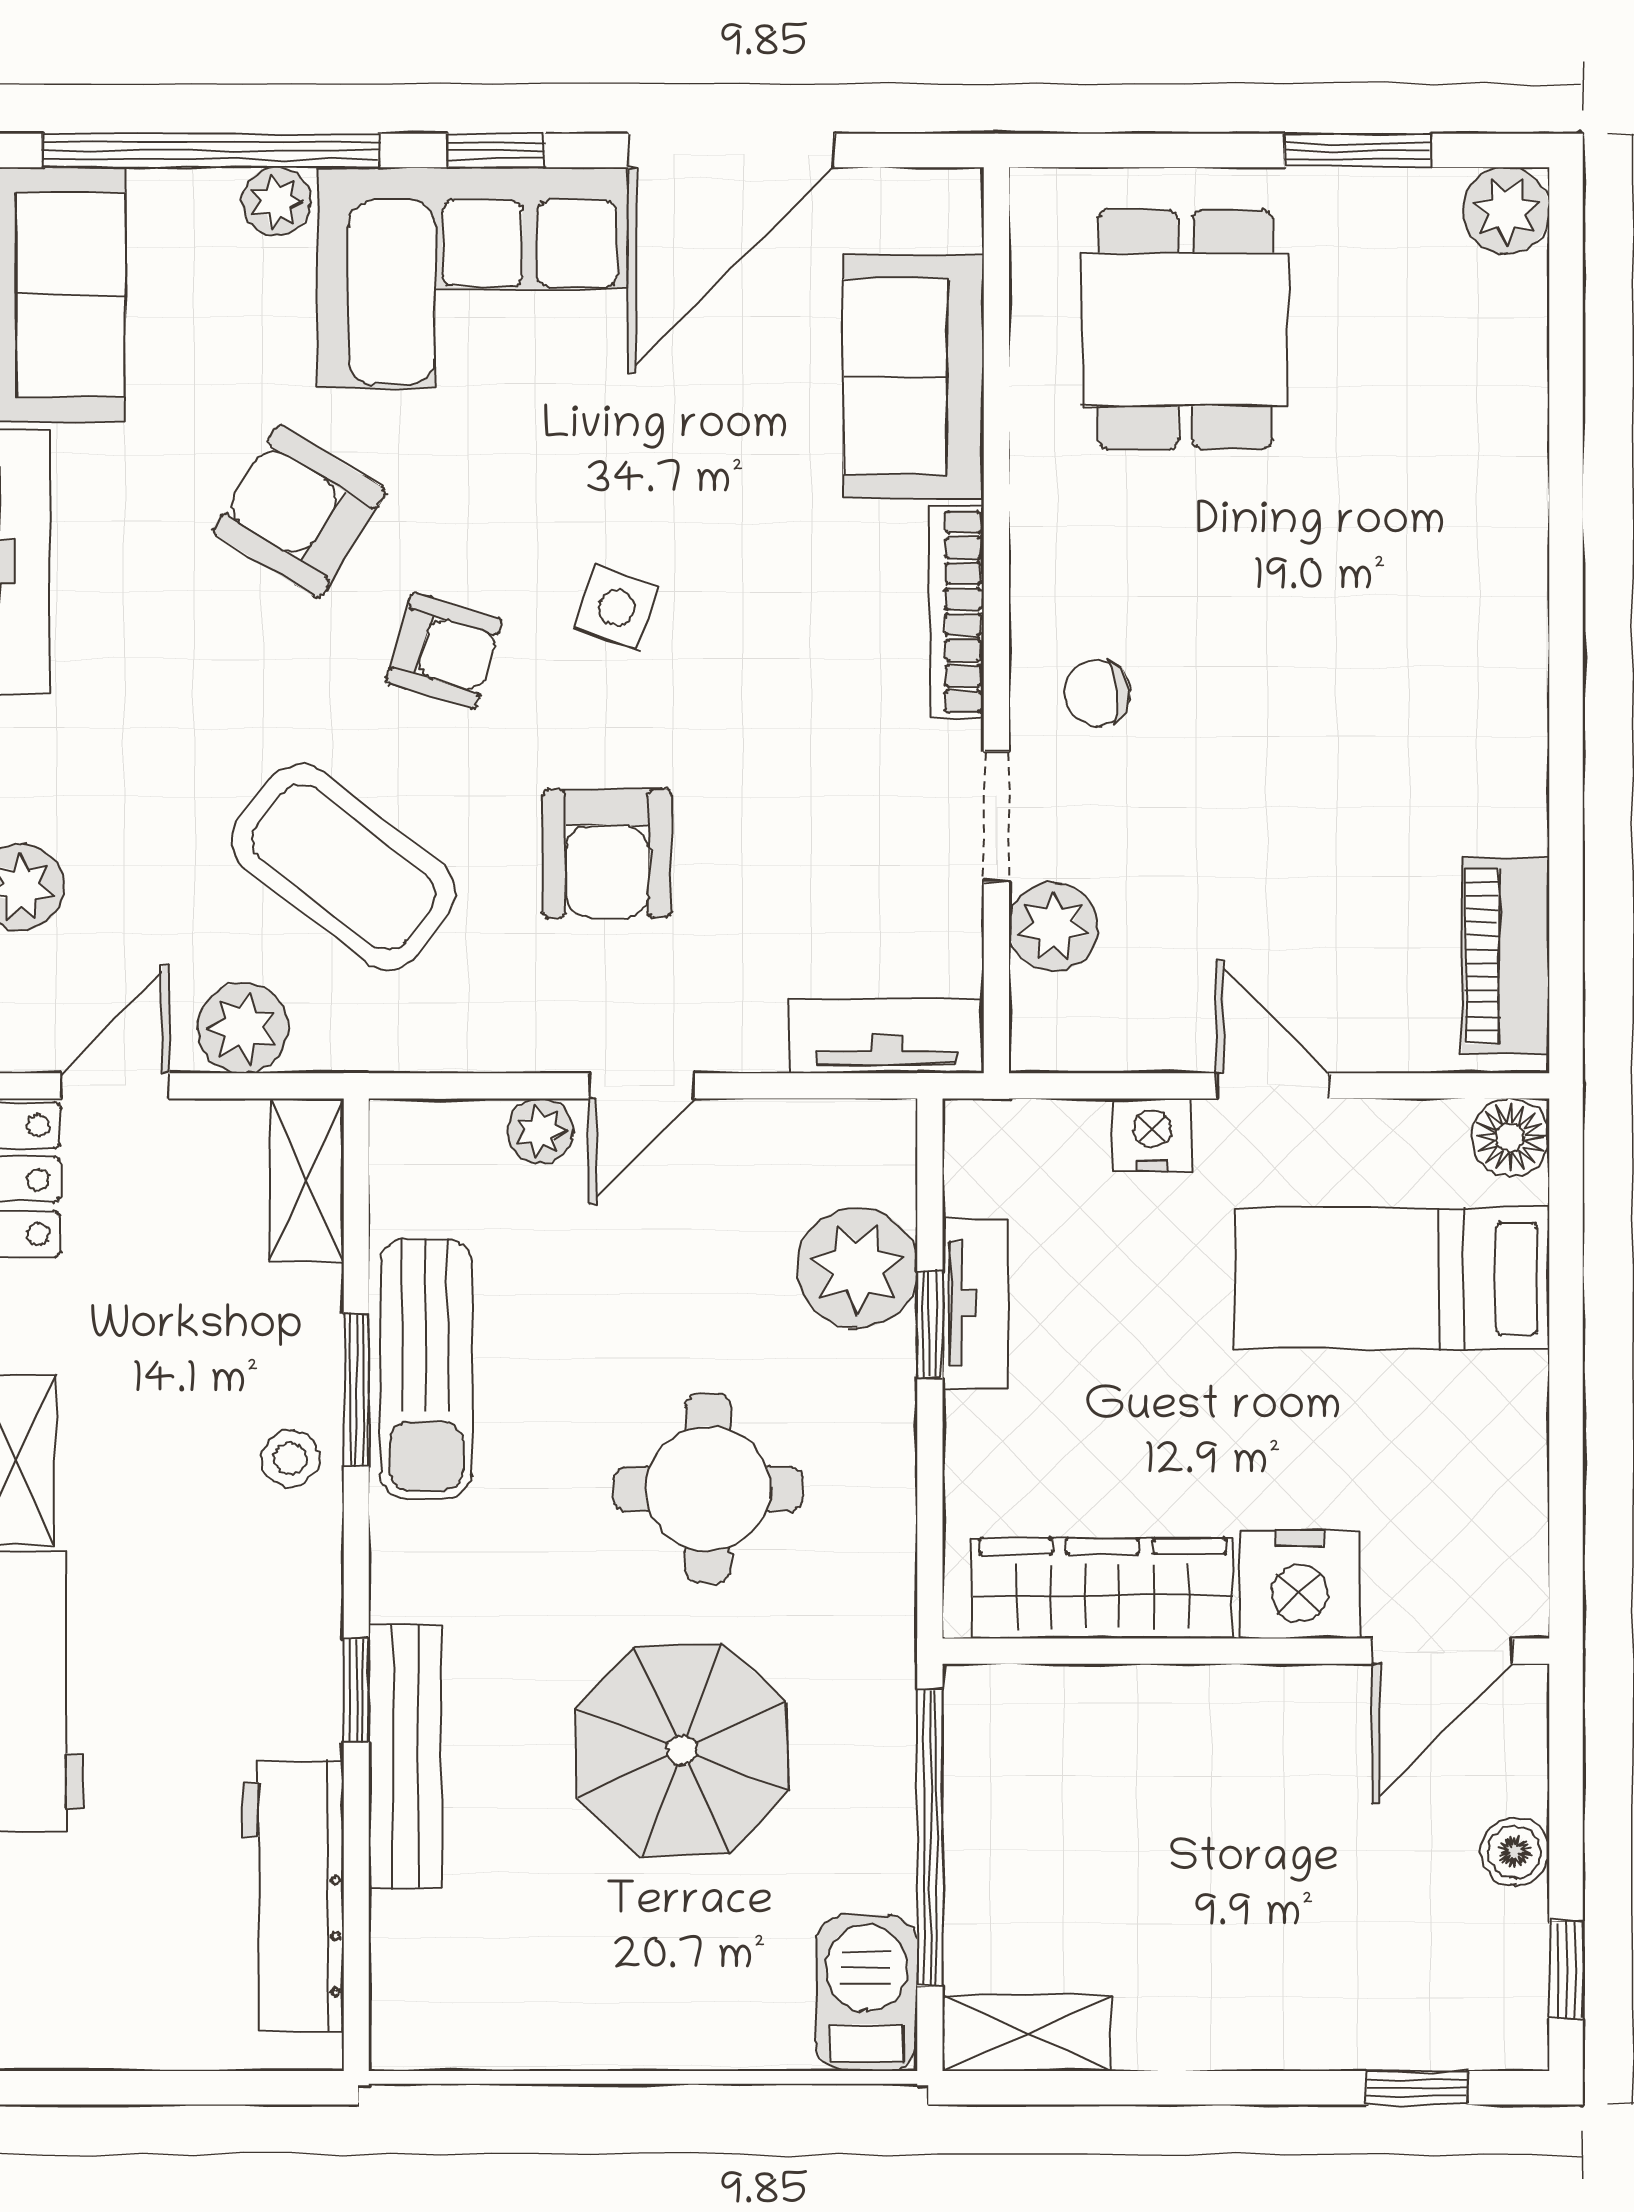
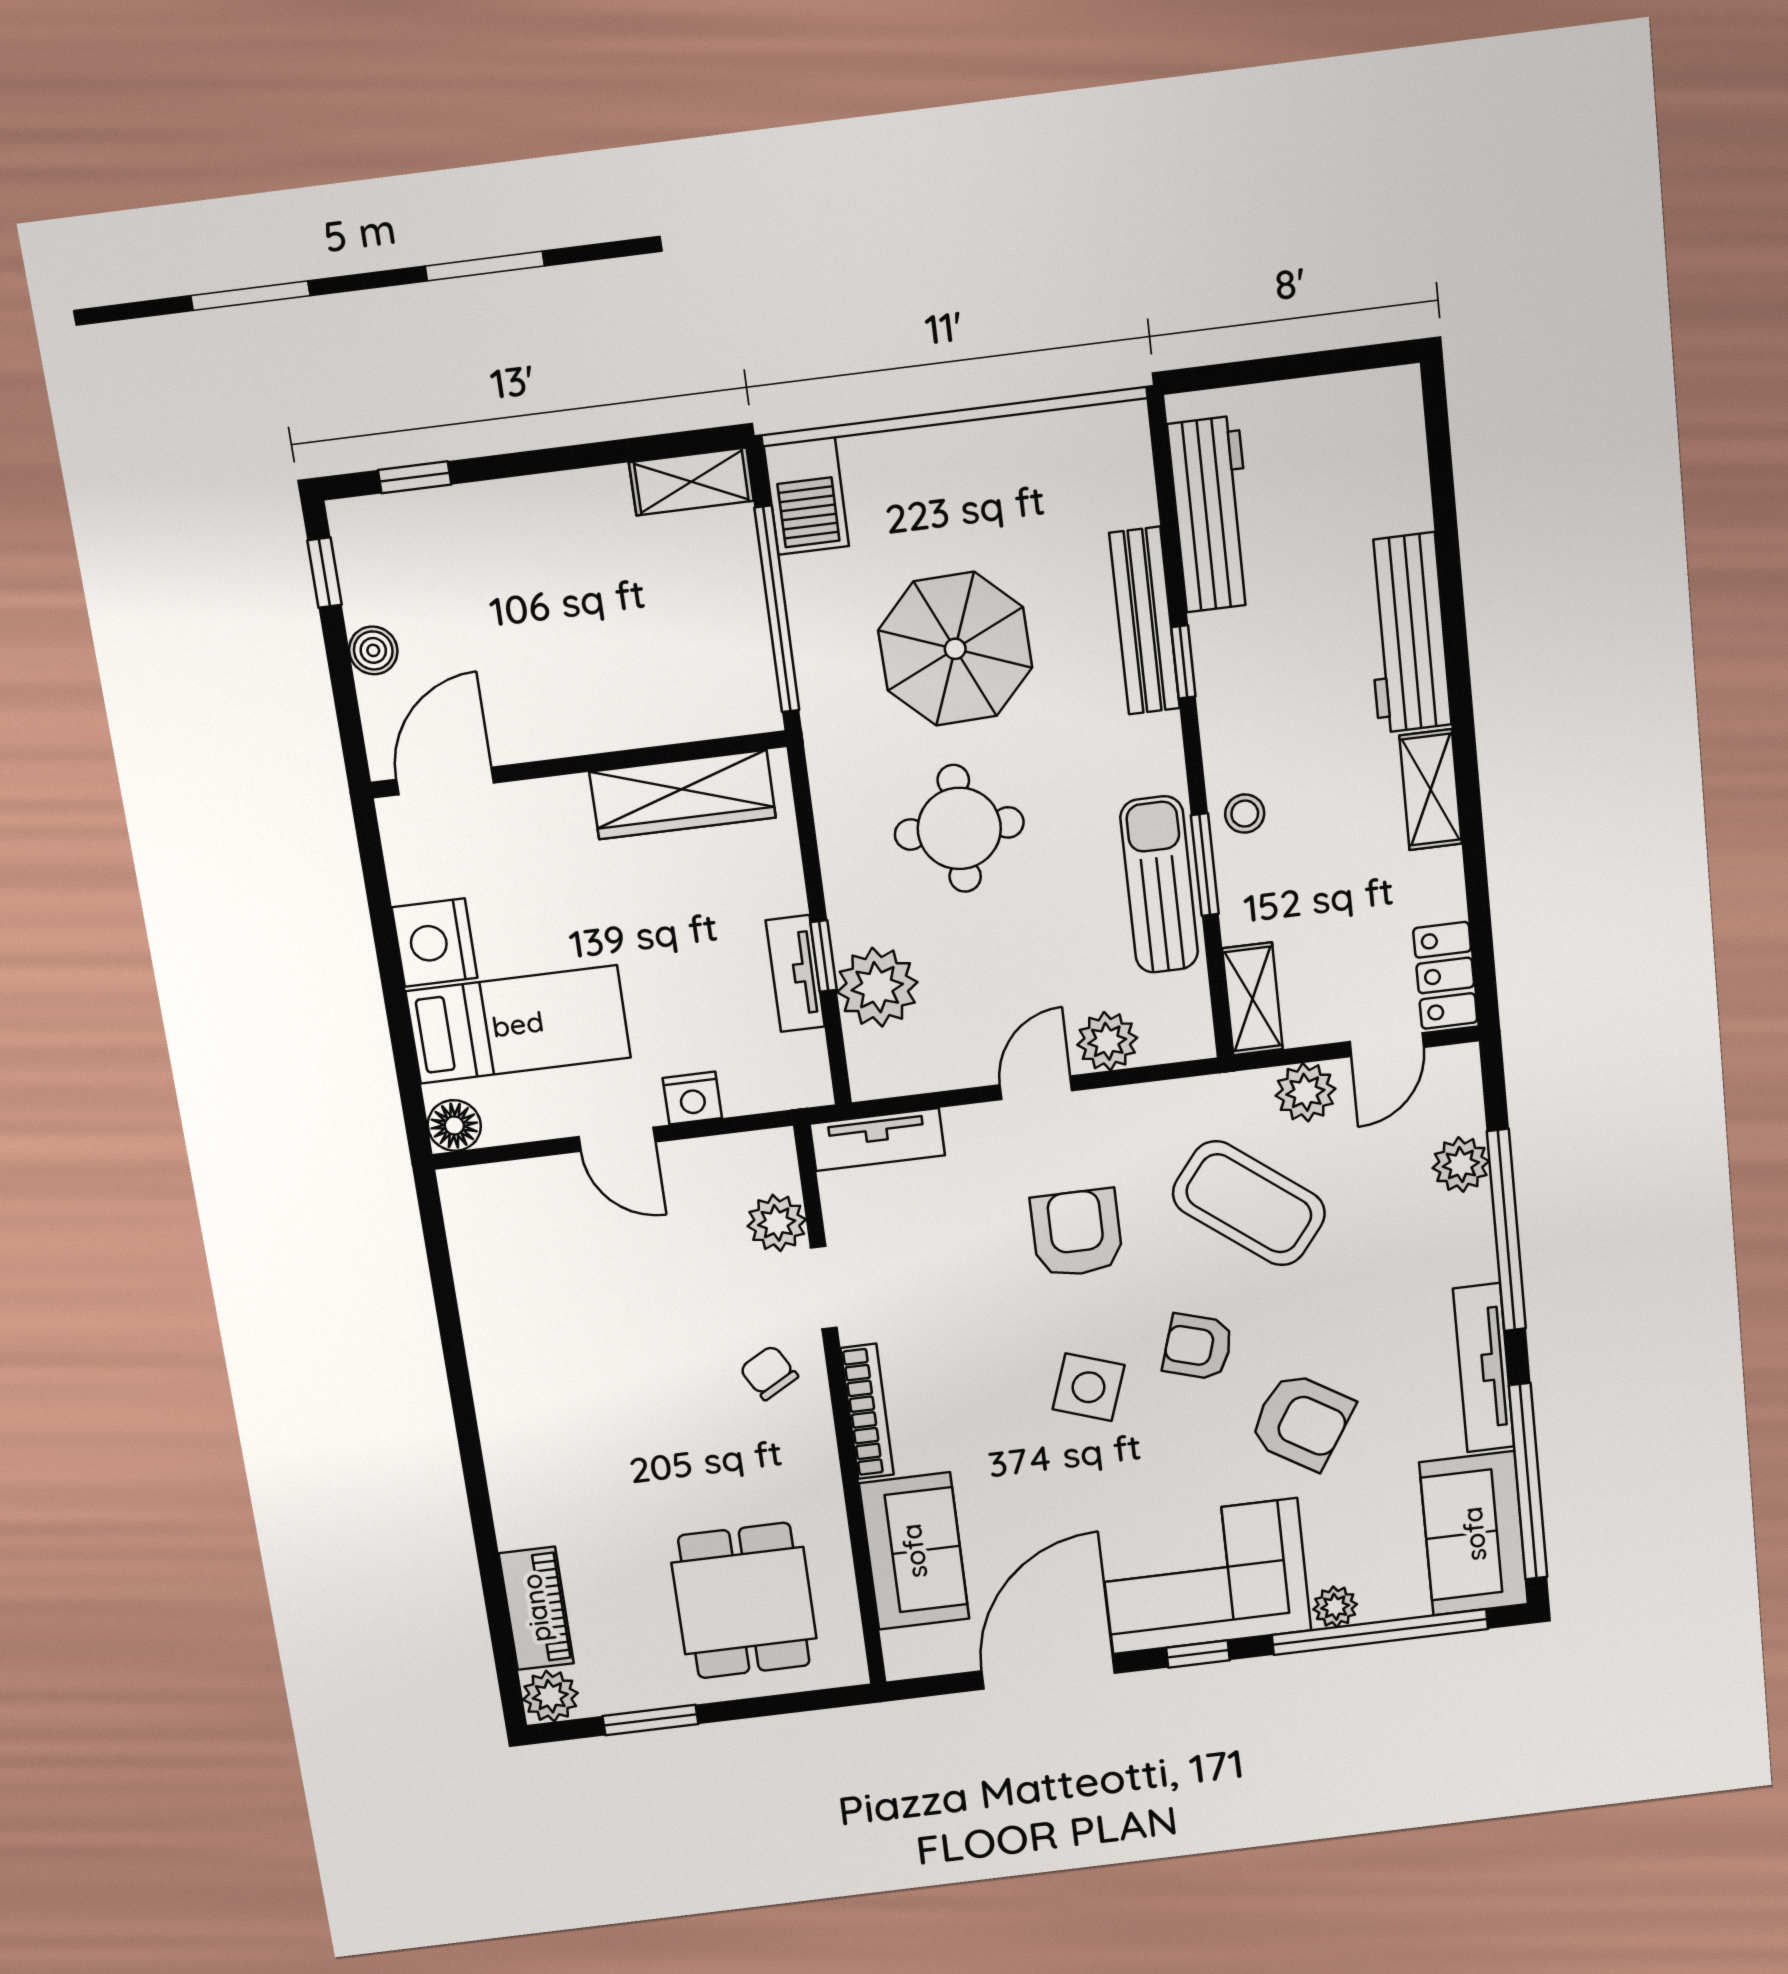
side table: (617, 608) -> (1089, 1387), width x1.37, depth x1.37
chair: (1097, 693) -> (769, 1373), turned -114
piano: (1506, 956) -> (536, 1608), moved
plant: (540, 1131) -> (1107, 1041), width x1.38, depth x1.38
nightstand: (1299, 1585) -> (435, 943), moved, turned -90

